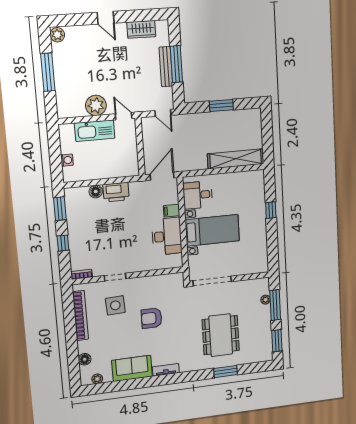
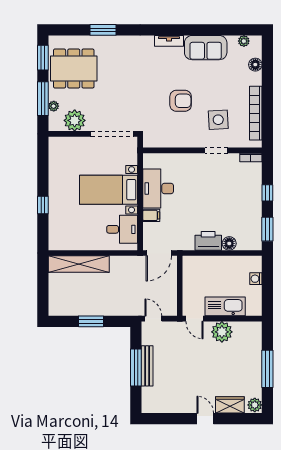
wardrobe: (141, 29) -> (230, 405), moved
plant: (246, 289) -> (75, 120), added
dining table: (221, 335) -> (74, 69), moved, turned 90

